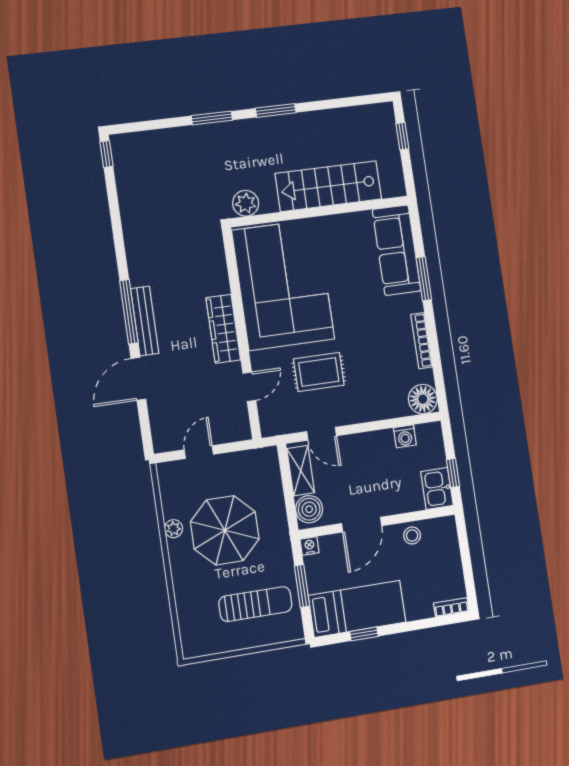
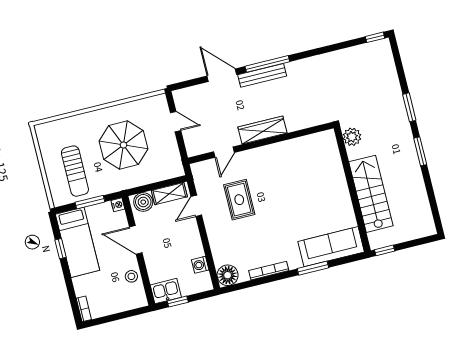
window: (402, 136) -> (385, 250), moved
corner sofa: (283, 285) -> (298, 169), removed
door: (249, 387) -> (224, 152), hinge flipped
plant: (174, 529) -> (122, 110), removed

